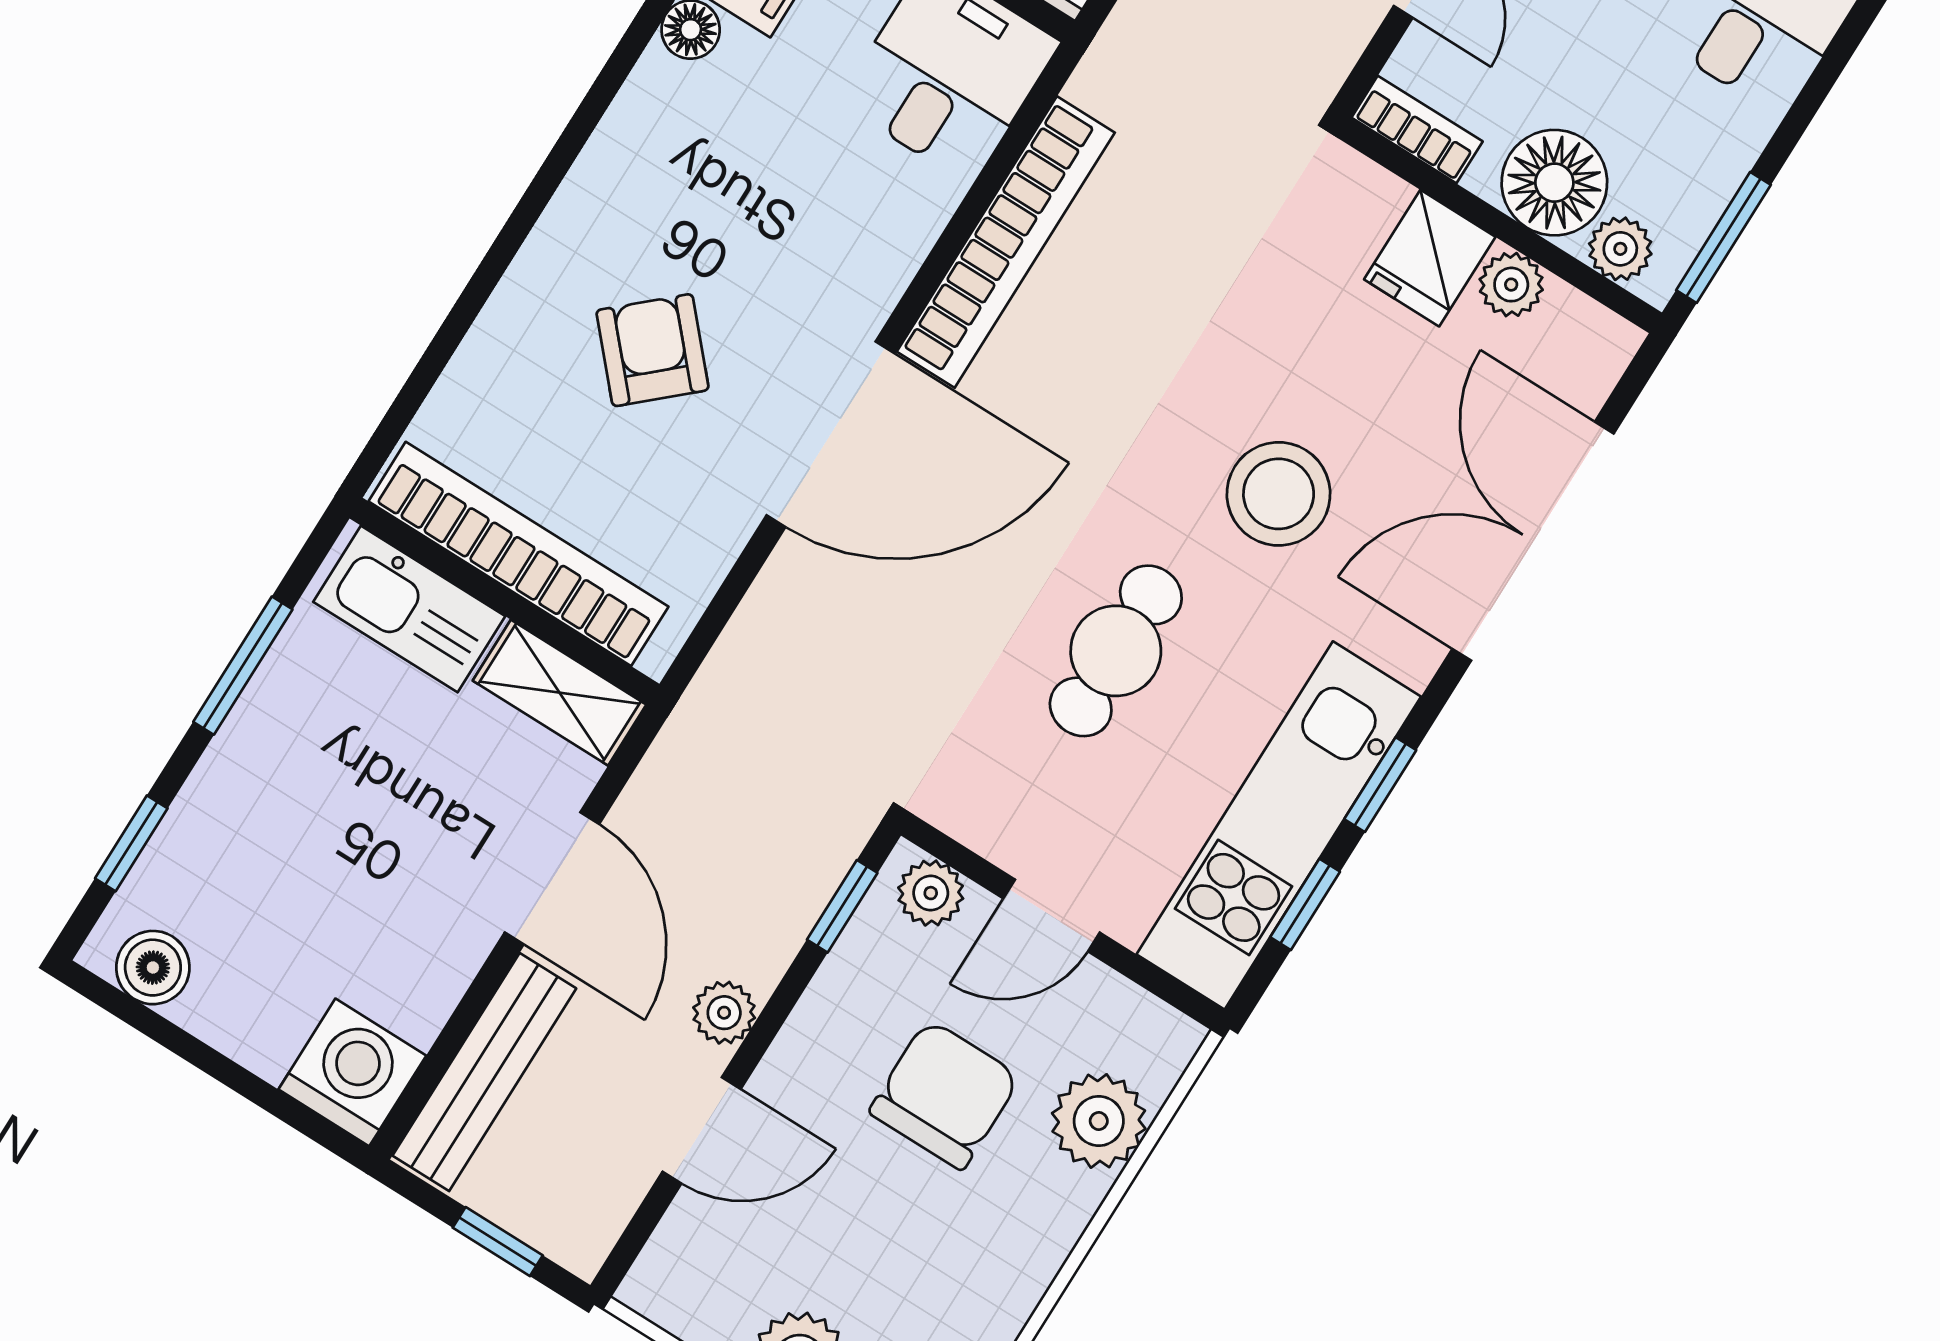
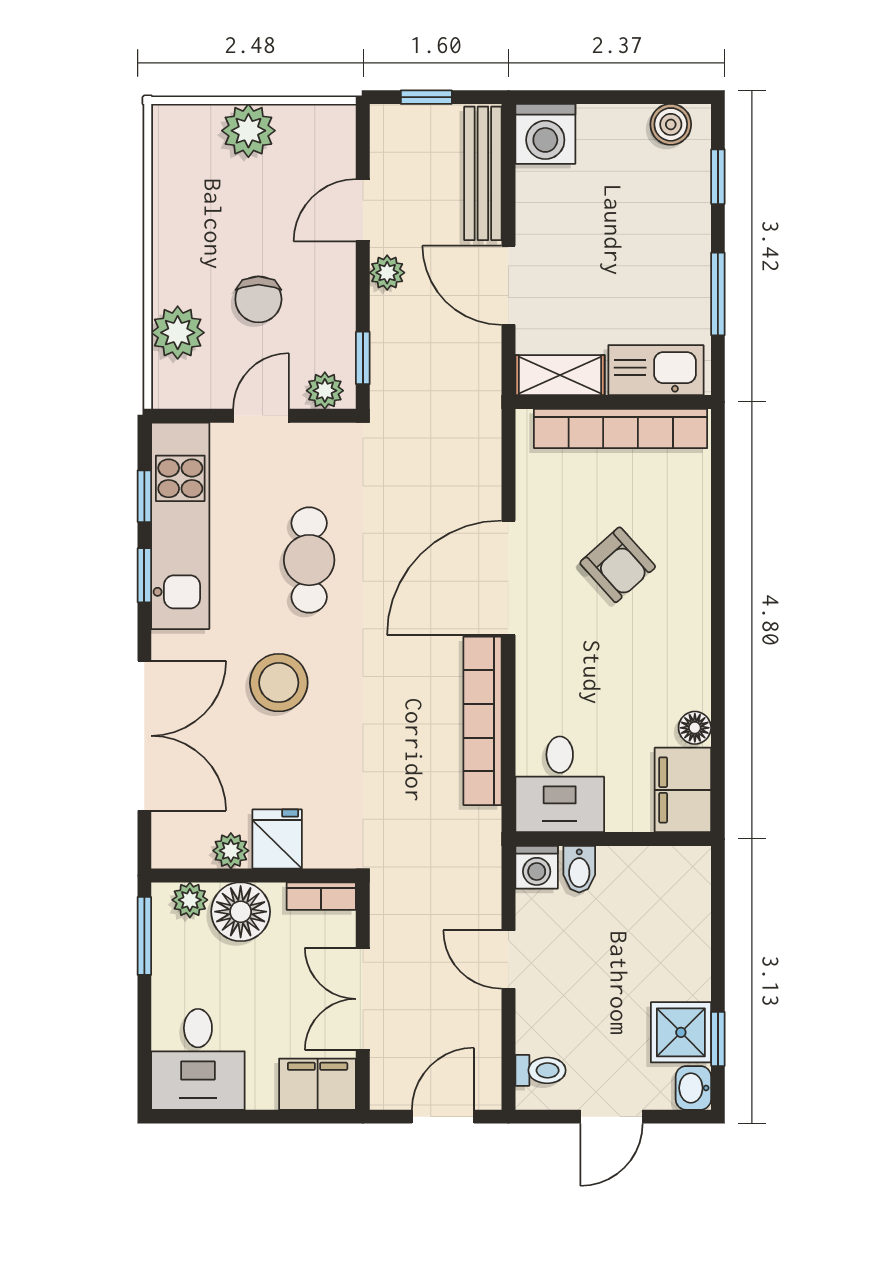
chair: (945, 1095) -> (258, 299), width x0.73, depth x0.73

